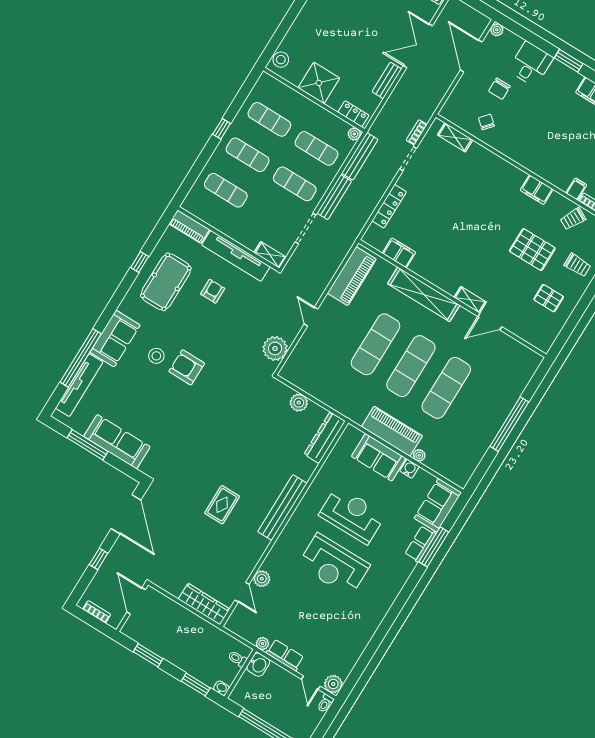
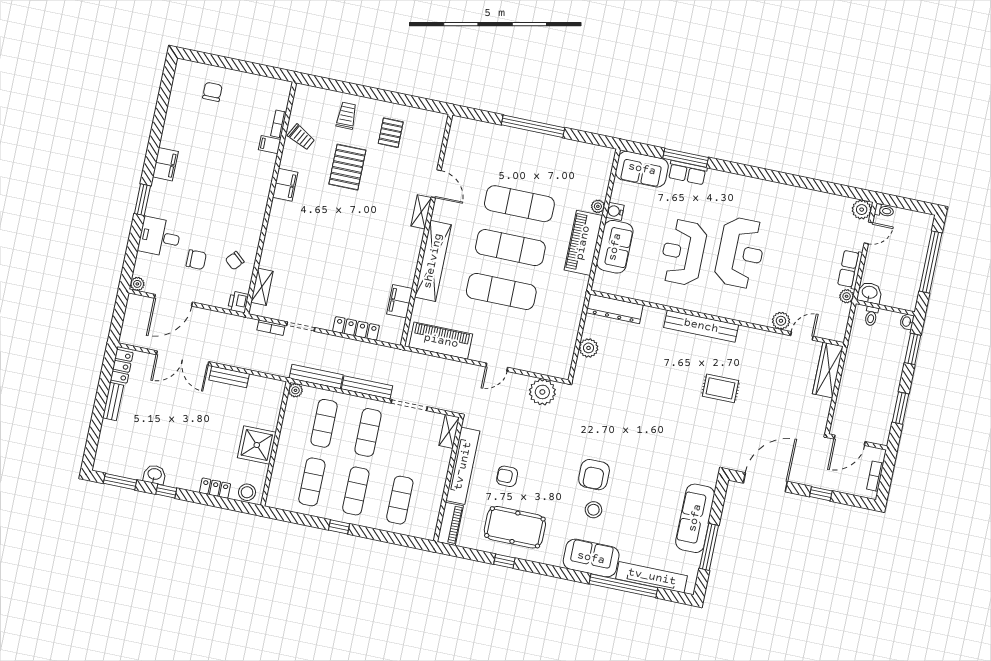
printer: (449, 112) -> (238, 302), added
locker: (353, 114) -> (215, 488), moved, turned 90

